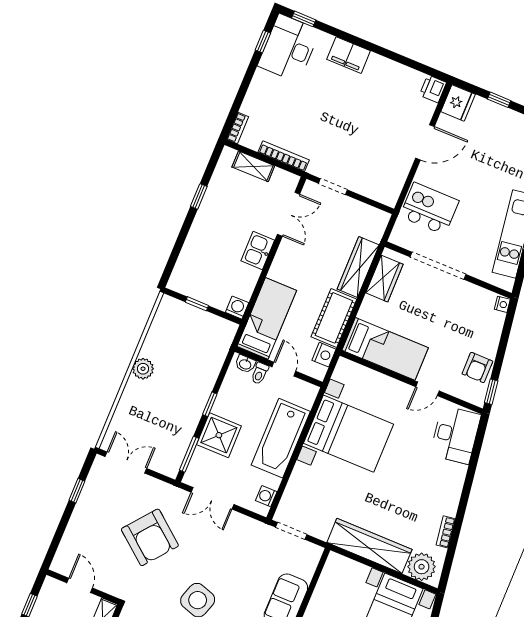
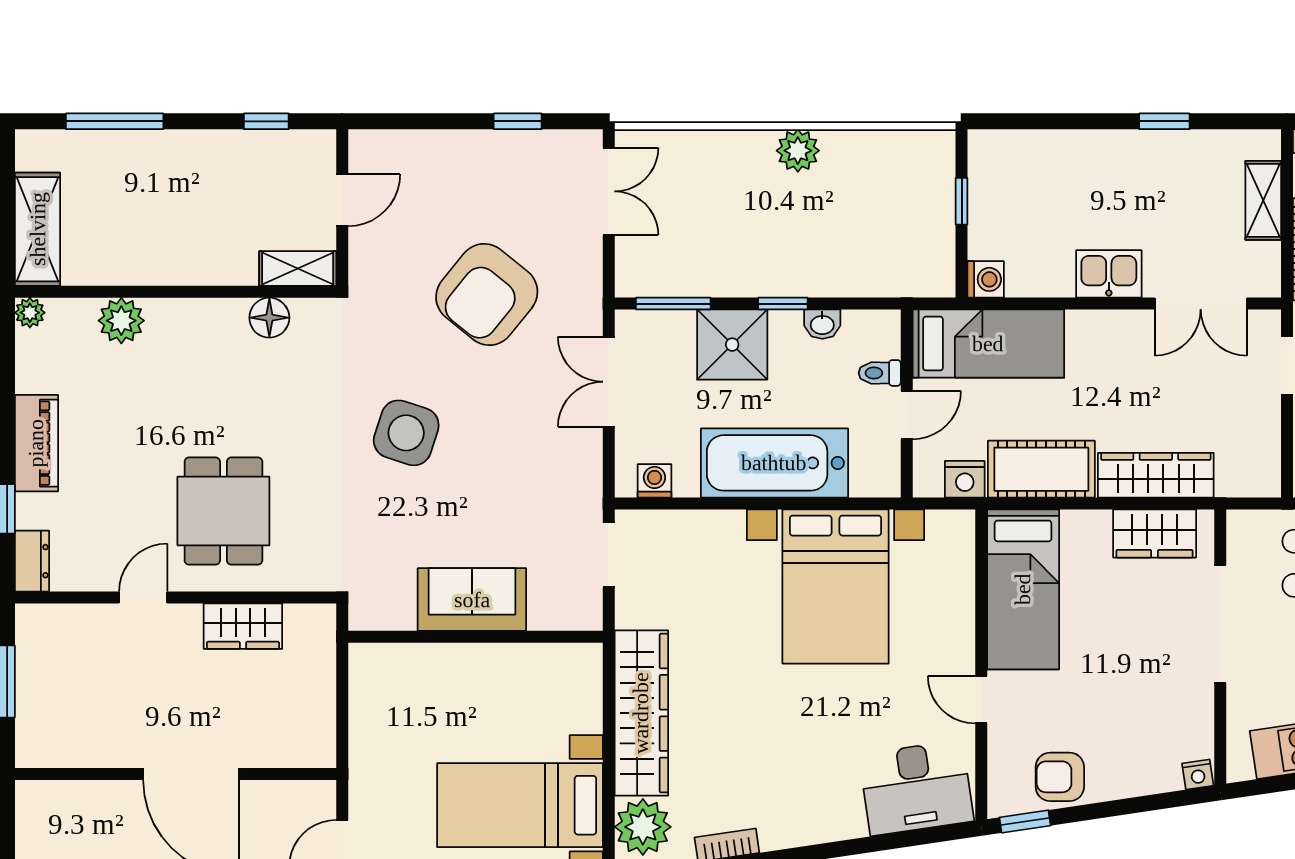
washbasin: (245, 364) -> (822, 324), moved, turned -90

